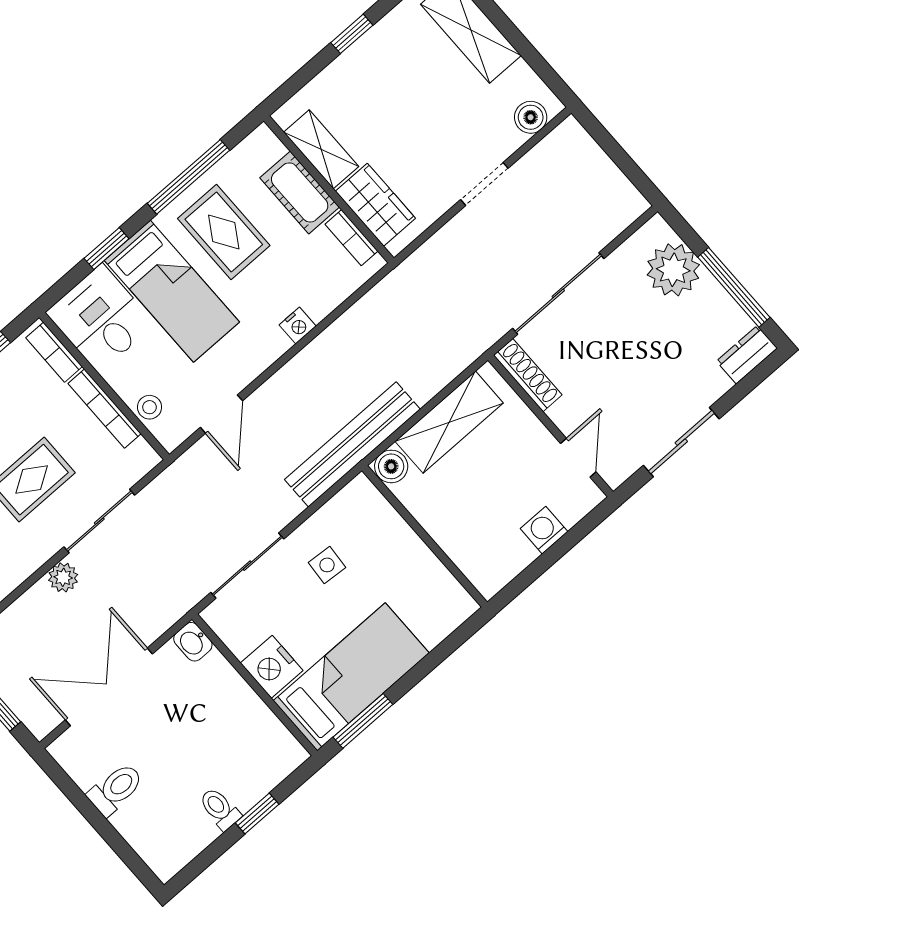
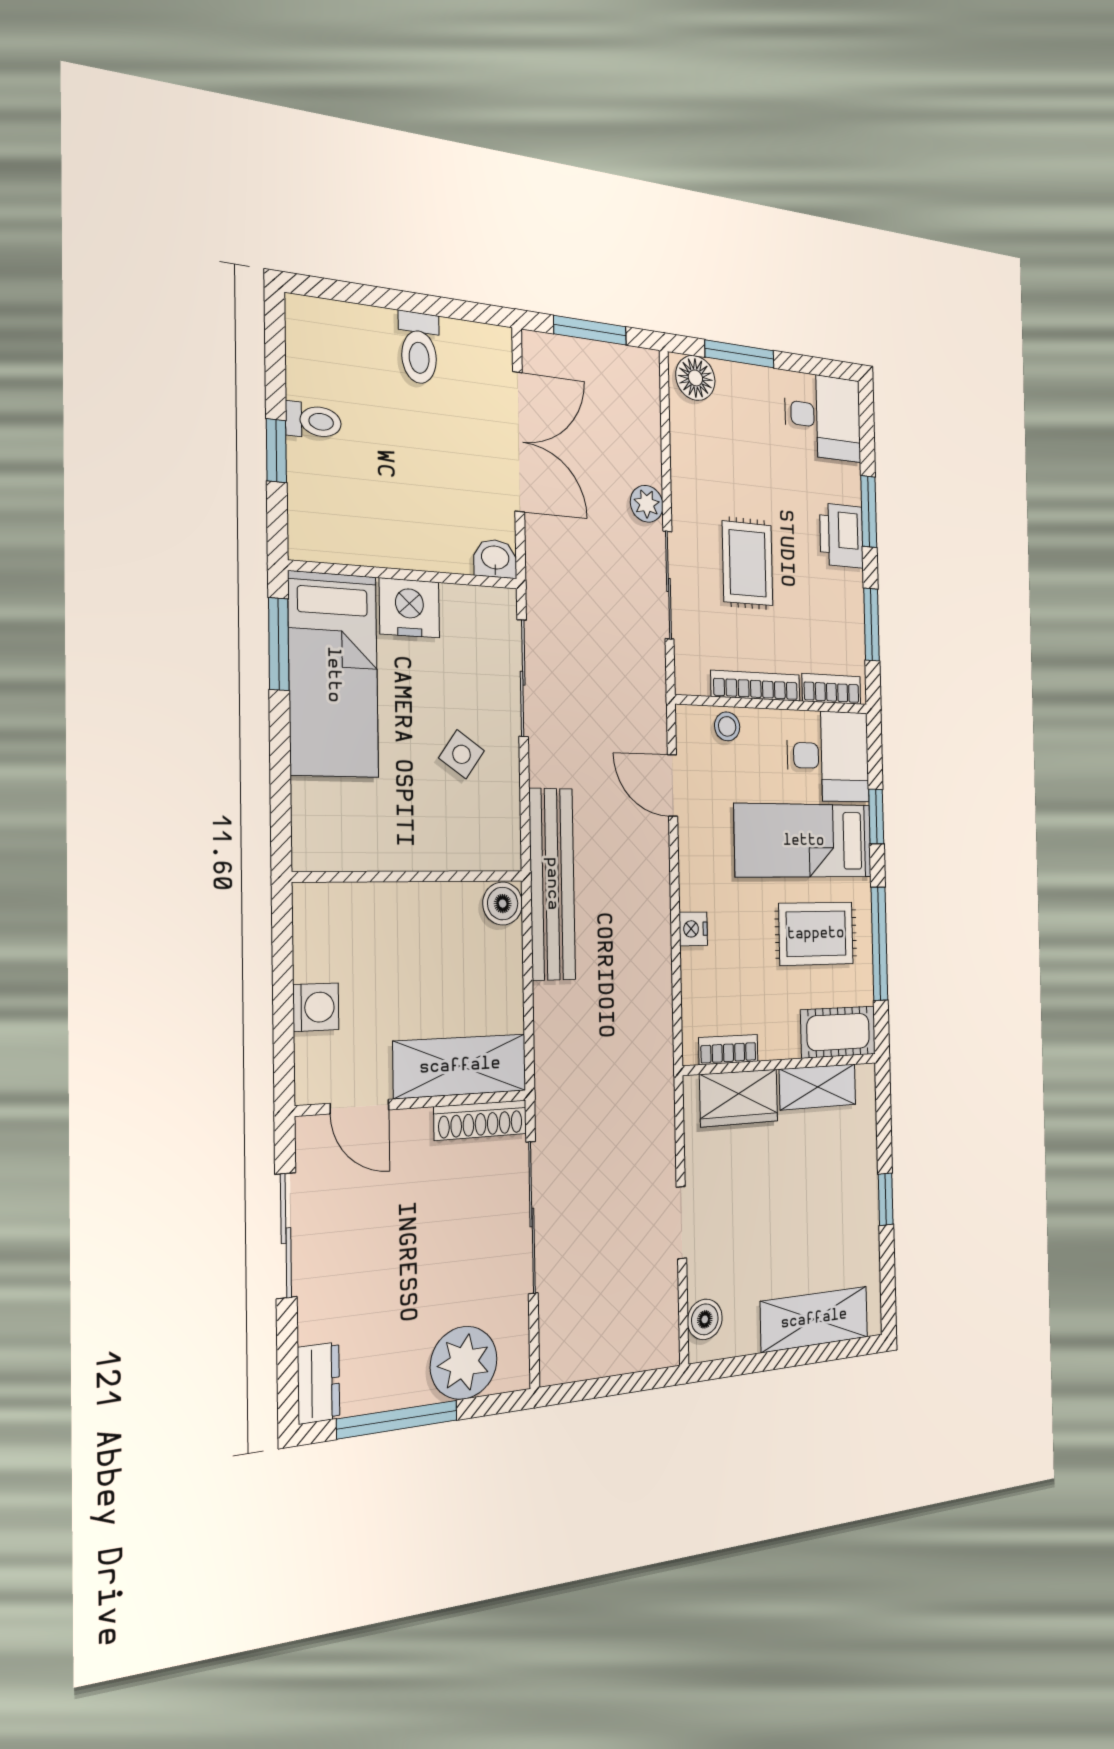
cot: (300, 192) -> (838, 1032), moved
shelving: (449, 422) -> (460, 1066), moved, turned 90
side table: (327, 565) -> (462, 754), turned 31

